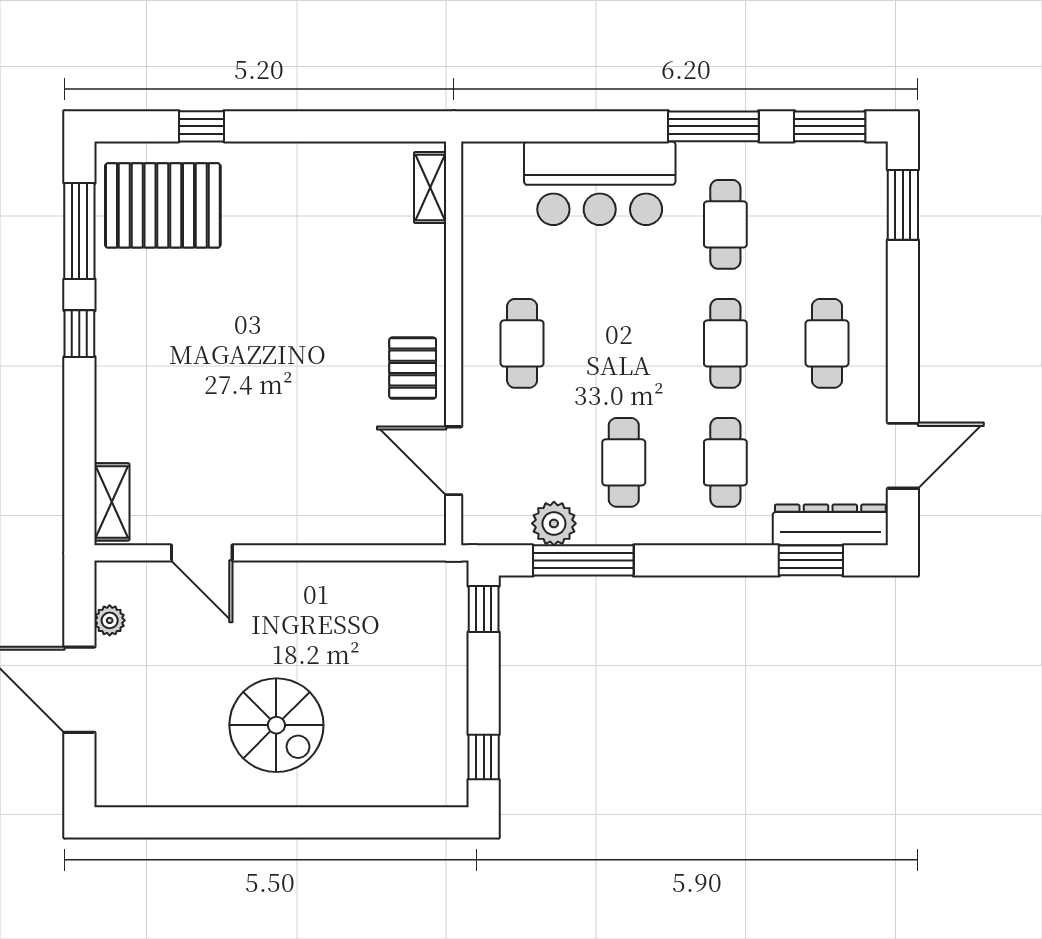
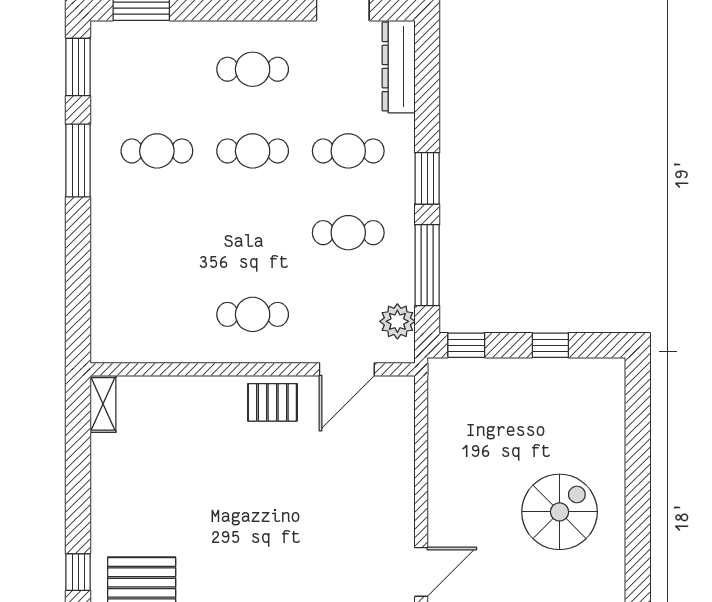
bar counter: (600, 183) -> (124, 252), removed
shelving: (430, 188) -> (103, 404), moved, turned 90
plant: (554, 523) -> (397, 321), moved
window: (811, 560) -> (427, 178), moved
window: (484, 757) -> (550, 345), moved

